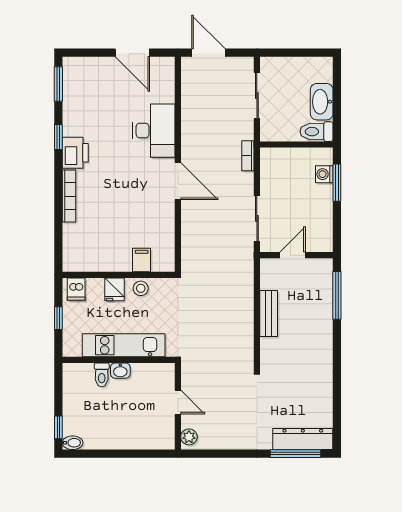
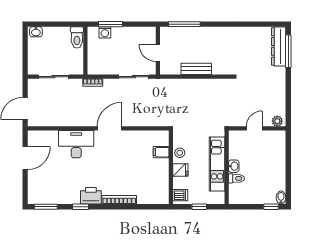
washbasin: (322, 102) -> (36, 32), moved, width x0.52, depth x0.69

